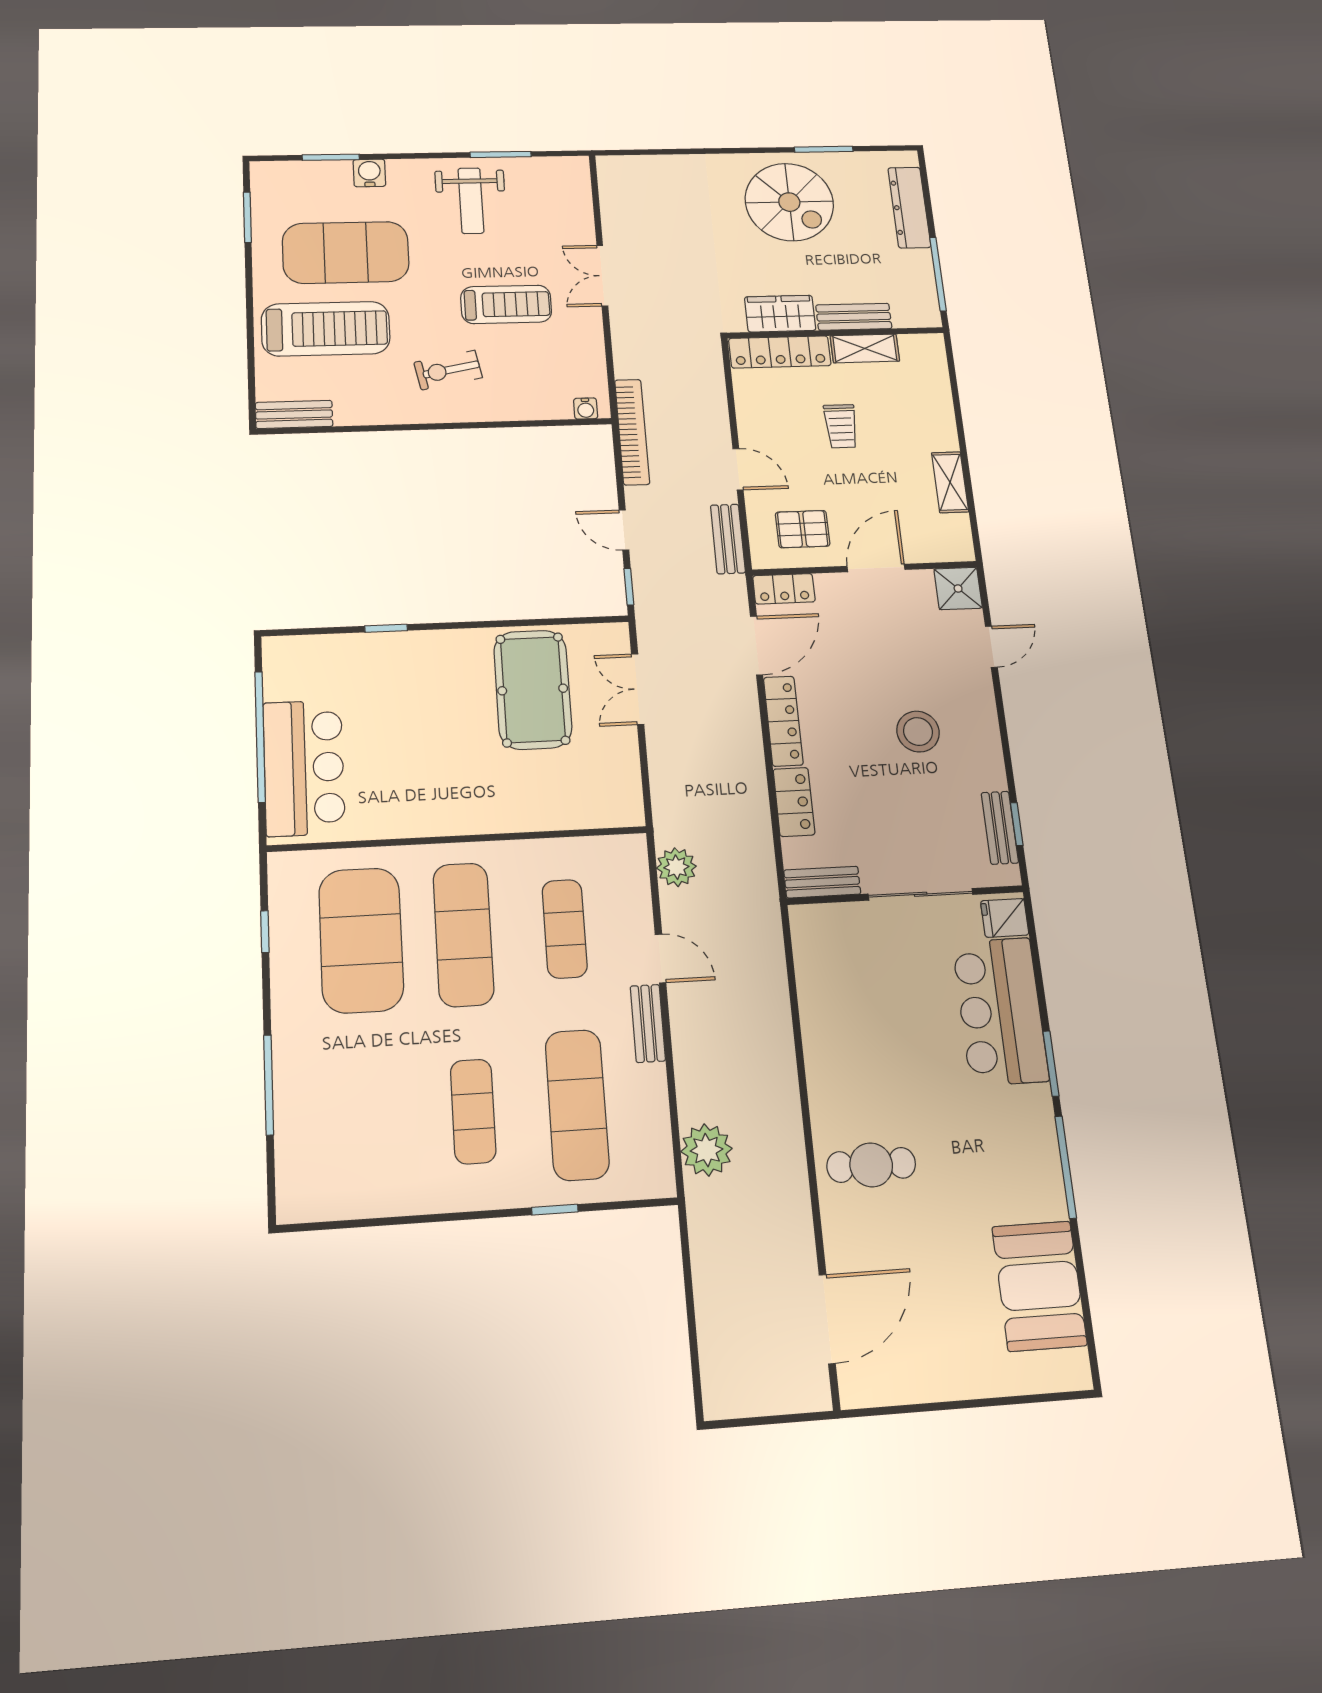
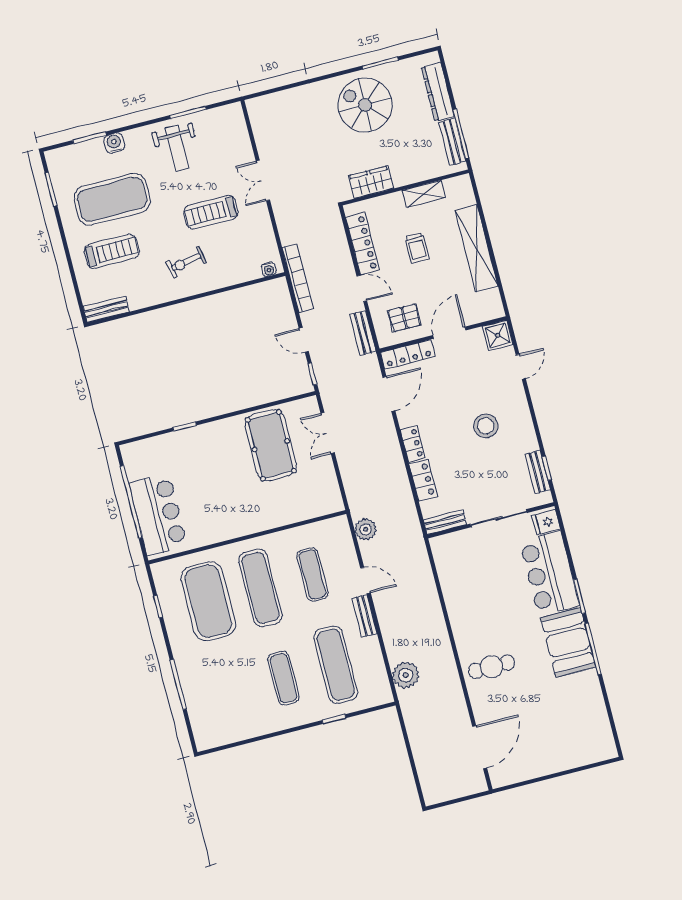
spiral stairs: (789, 202) -> (365, 105), turned 180
treadmill: (506, 304) -> (211, 212), turned 180
bench: (854, 317) -> (452, 142), moved, turned 90
treadmill: (326, 329) -> (112, 251), width x0.73, depth x0.73
locker: (780, 352) -> (363, 244), moved, turned -90
shelving: (950, 482) -> (476, 248), width x2.20, depth x1.33
locker: (784, 589) -> (408, 354), width x1.53
locker: (783, 721) -> (413, 444), width x0.66
booth: (1039, 1286) -> (568, 642), moved

